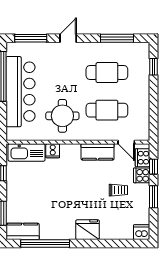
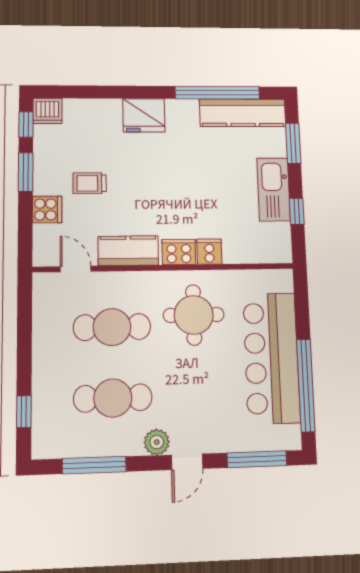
plant: (84, 49) -> (157, 442), added
kitchen sink: (27, 152) -> (274, 189), moved, turned -90
cooker: (143, 158) -> (179, 252), moved, turned -90
window: (153, 167) -> (26, 125), moved
kitchen counter: (23, 231) -> (243, 113), width x1.50

